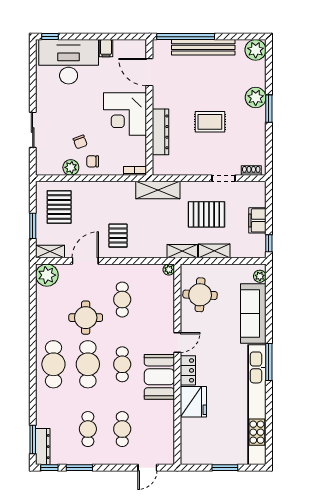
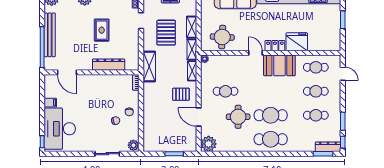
door: (149, 72) -> (67, 72), hinge flipped
corner desk: (125, 114) -> (96, 89), removed
plant: (71, 167) -> (133, 145), moved
pallet: (59, 207) -> (161, 135), removed
shelving: (50, 252) -> (192, 71), moved
cafe table: (122, 364) -> (316, 67), moved

